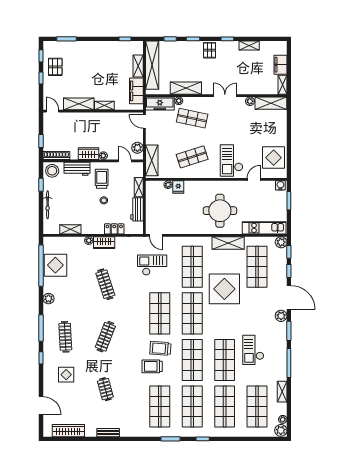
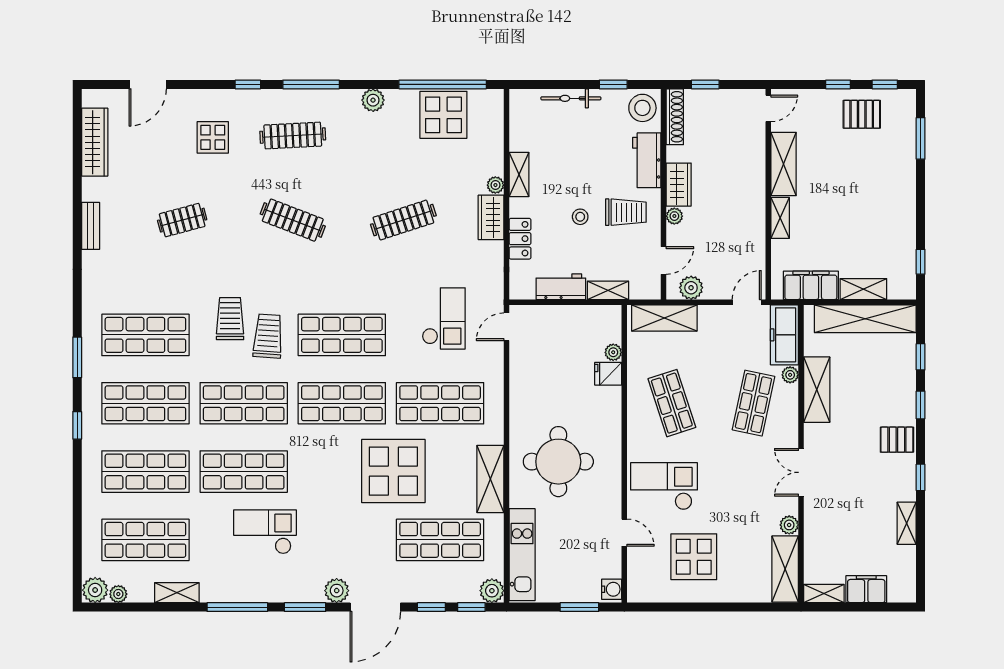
double door: (225, 96) -> (801, 472), swing flipped
display table: (274, 158) -> (694, 557), moved
shelving: (70, 229) -> (519, 174), moved

